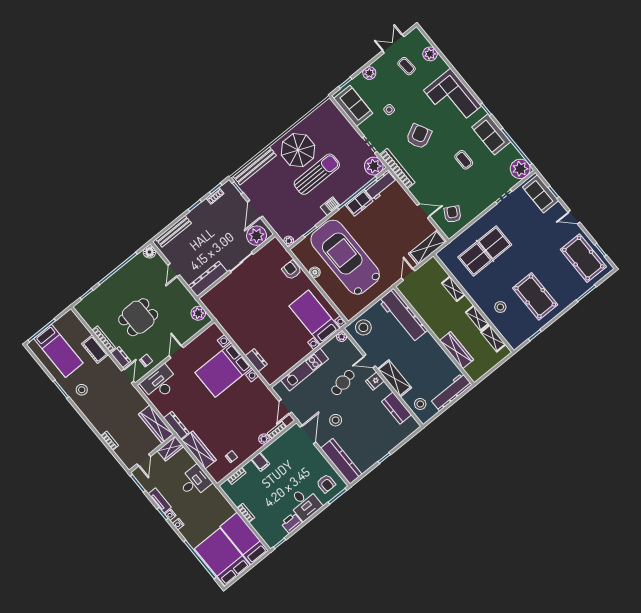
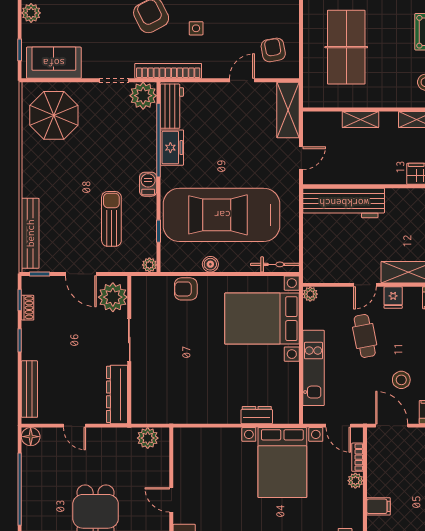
side table: (389, 110) -> (196, 28), moved
parasol: (298, 150) -> (54, 115), moved
sun lounger: (317, 174) -> (111, 219), moved, width x0.73, depth x0.75
armchair: (452, 214) -> (273, 50), turned 51
door: (408, 274) -> (301, 158), swing flipped
bicycle: (342, 306) -> (275, 264), added
bed with nightstands: (314, 317) -> (262, 319), width x1.36
stool: (363, 327) -> (320, 260), removed
bed with nightstands: (223, 370) -> (282, 463), moved

